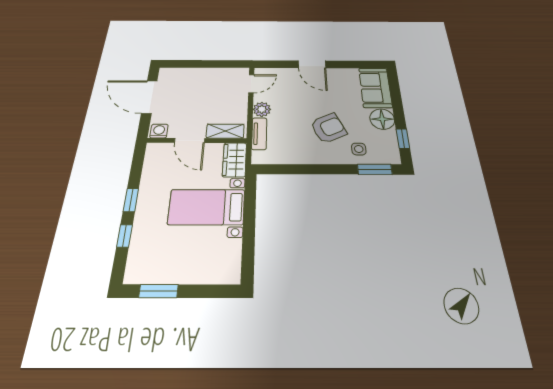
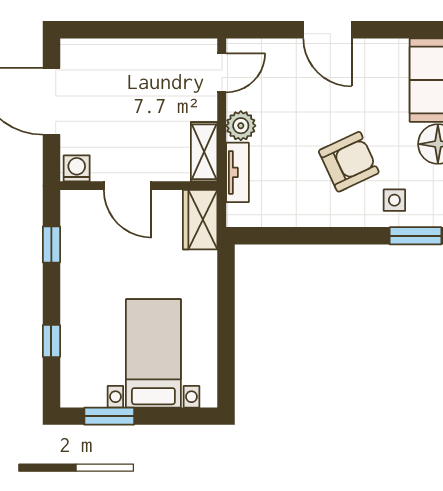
shelving: (225, 131) -> (204, 152), moved, turned 90
window: (131, 200) -> (51, 244), moved
bed with nightstands: (207, 207) -> (153, 353), moved, turned 90

